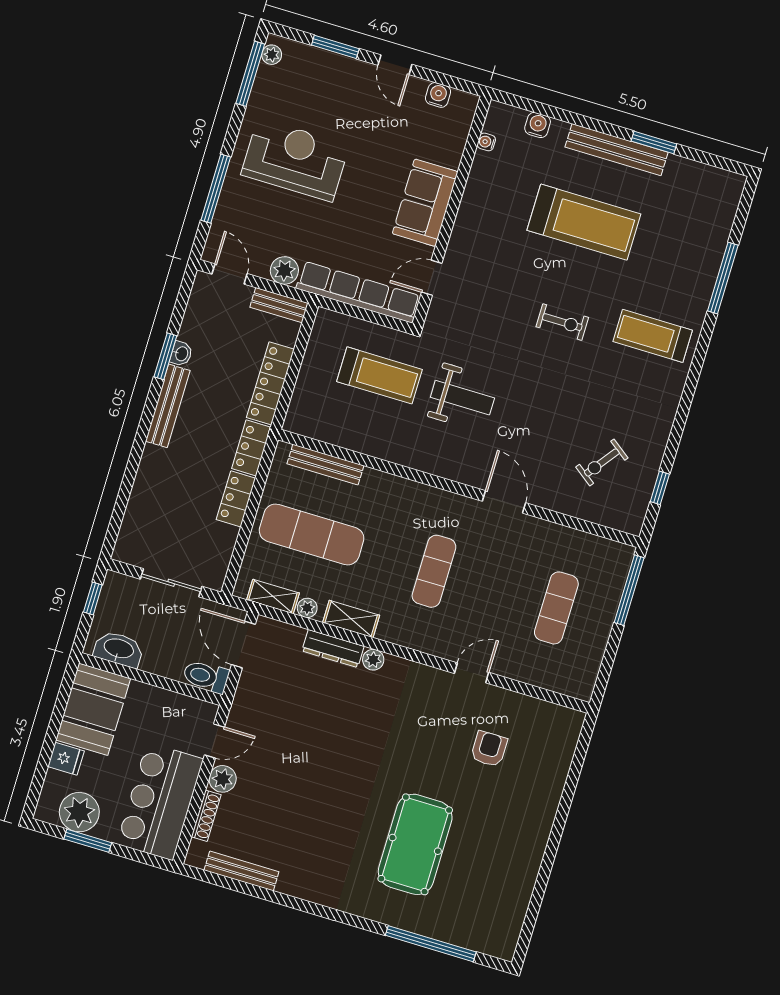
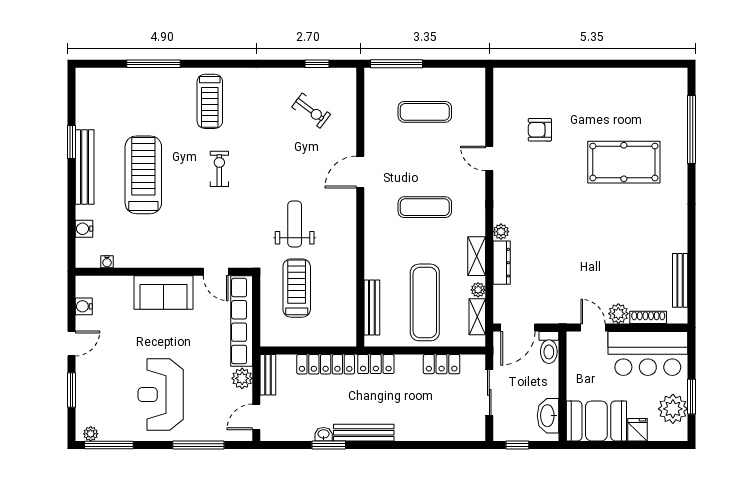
locker: (236, 499) -> (442, 364), moved

